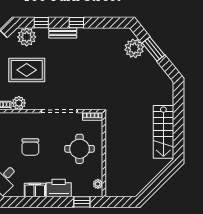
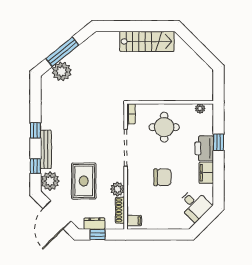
bench: (63, 33) -> (46, 149), width x1.36
window: (153, 49) -> (62, 52), width x1.44
window: (82, 202) -> (218, 142), moved

